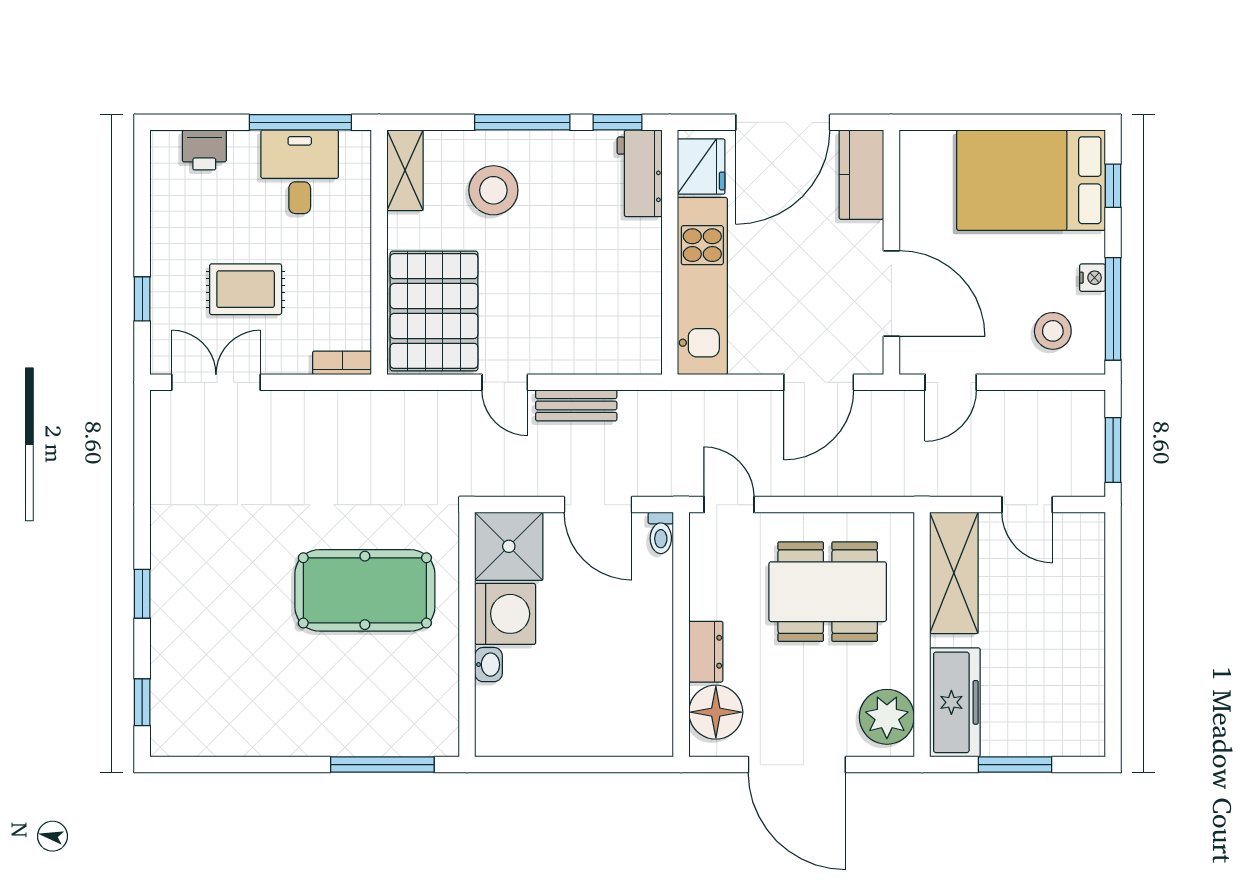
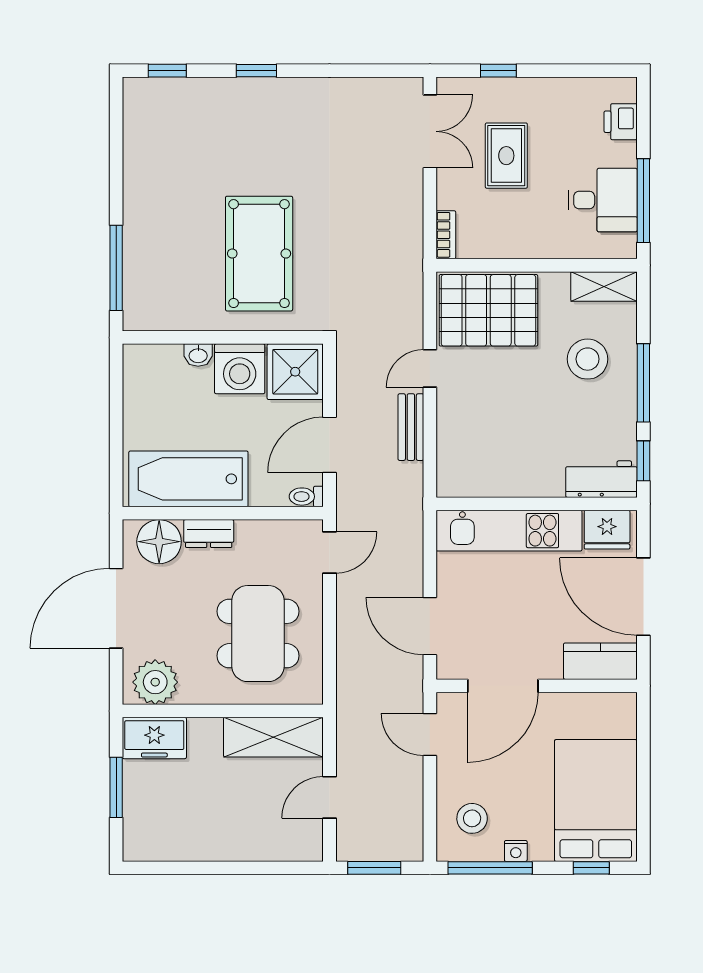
bathtub: (639, 676) -> (188, 479), added
freezer: (955, 702) -> (154, 738), width x0.71

